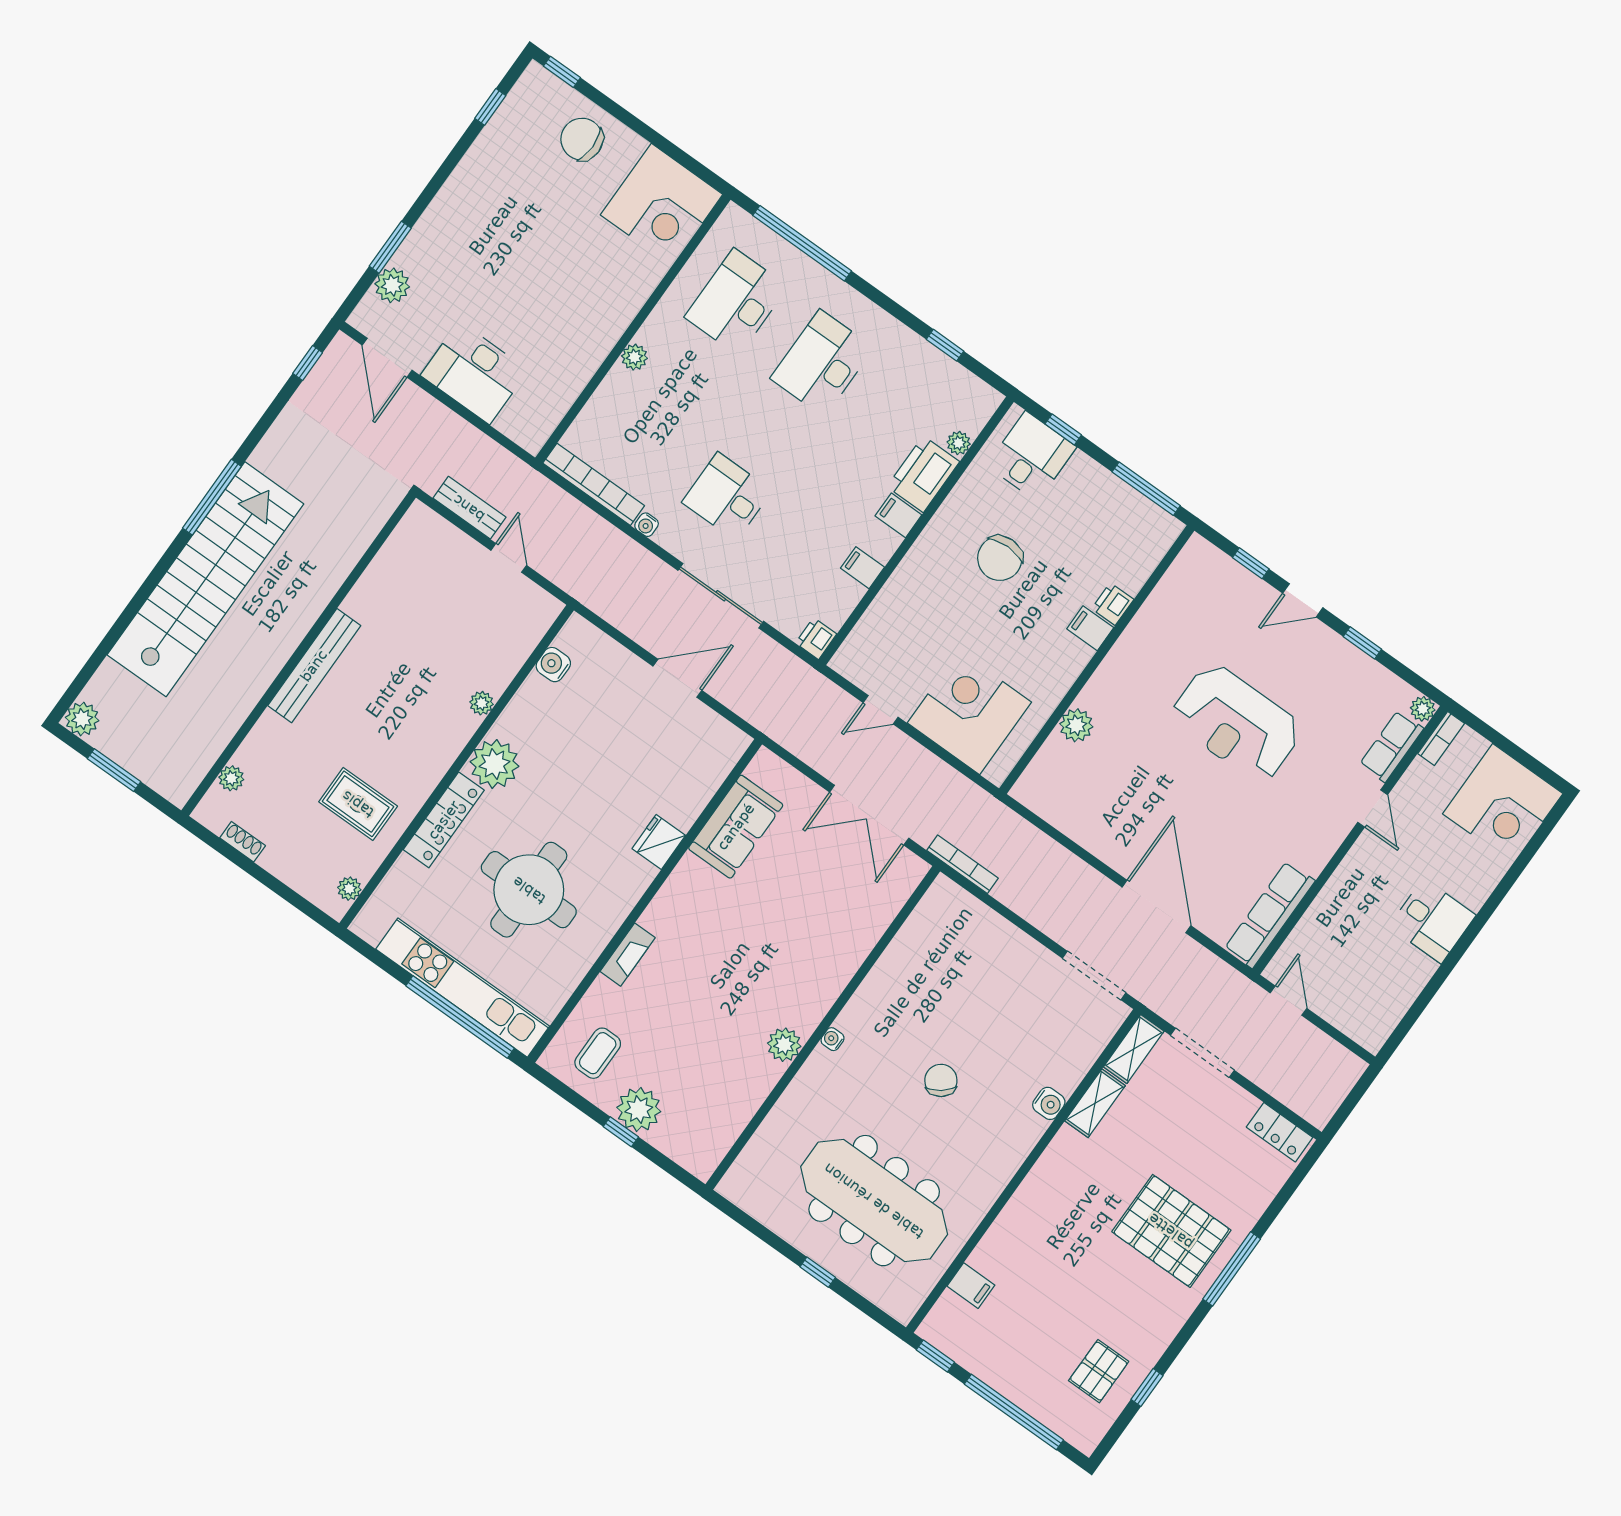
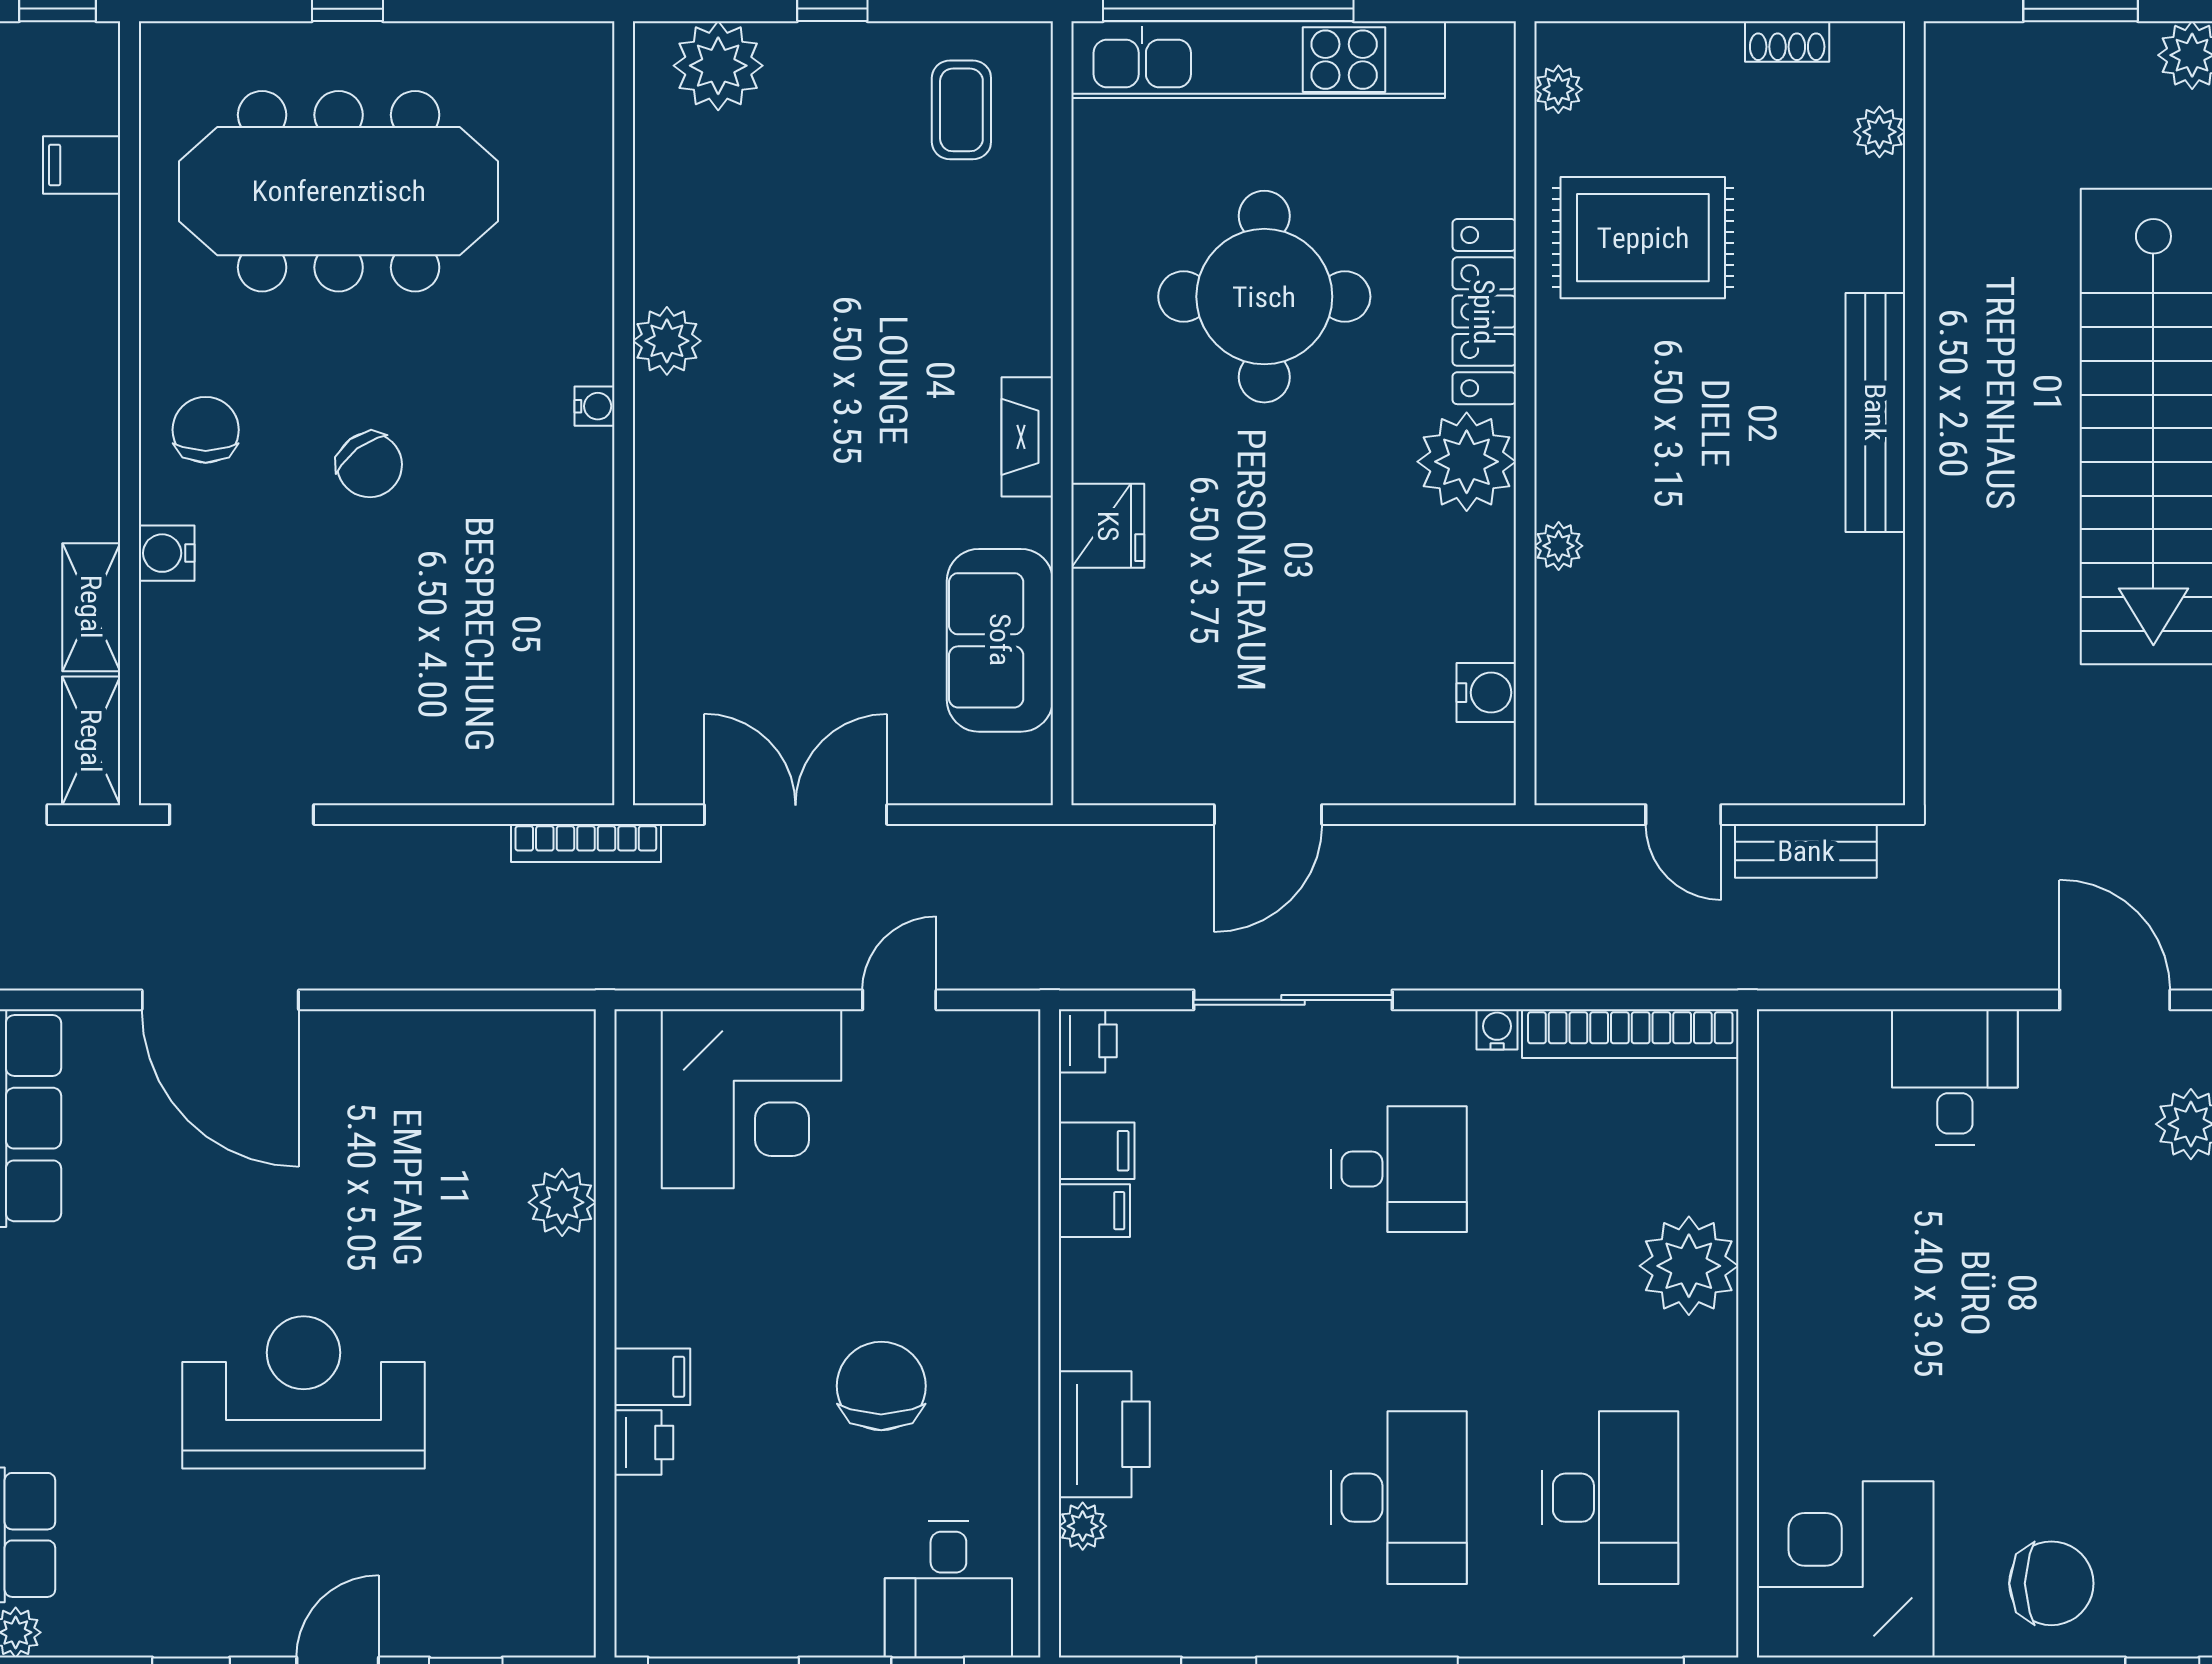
plant: (634, 357) -> (1689, 1266), width x1.88, depth x1.88
desk: (474, 373) -> (1955, 1077), width x0.73
filing cabinet: (898, 515) -> (1097, 1151), moved
rug: (358, 804) -> (1643, 238), width x1.36, depth x1.43
fireplace: (628, 955) -> (1027, 437), moved
plant: (639, 1110) -> (718, 66), moved
chair: (997, 1142) -> (206, 430), added

